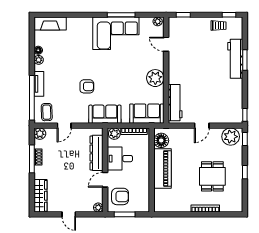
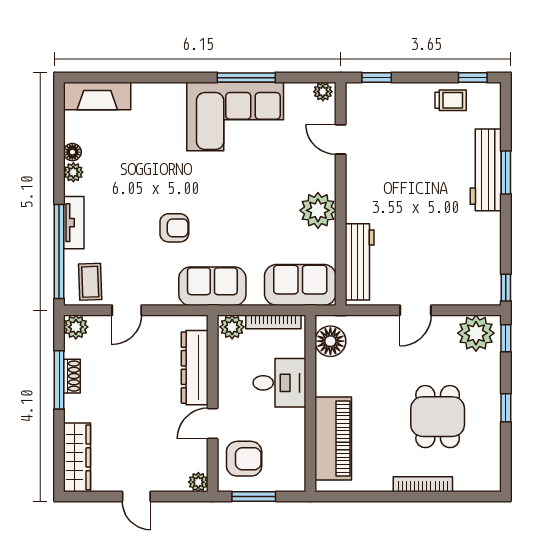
desk: (120, 159) -> (279, 383), moved, turned 180
piano: (163, 169) -> (333, 438), moved

